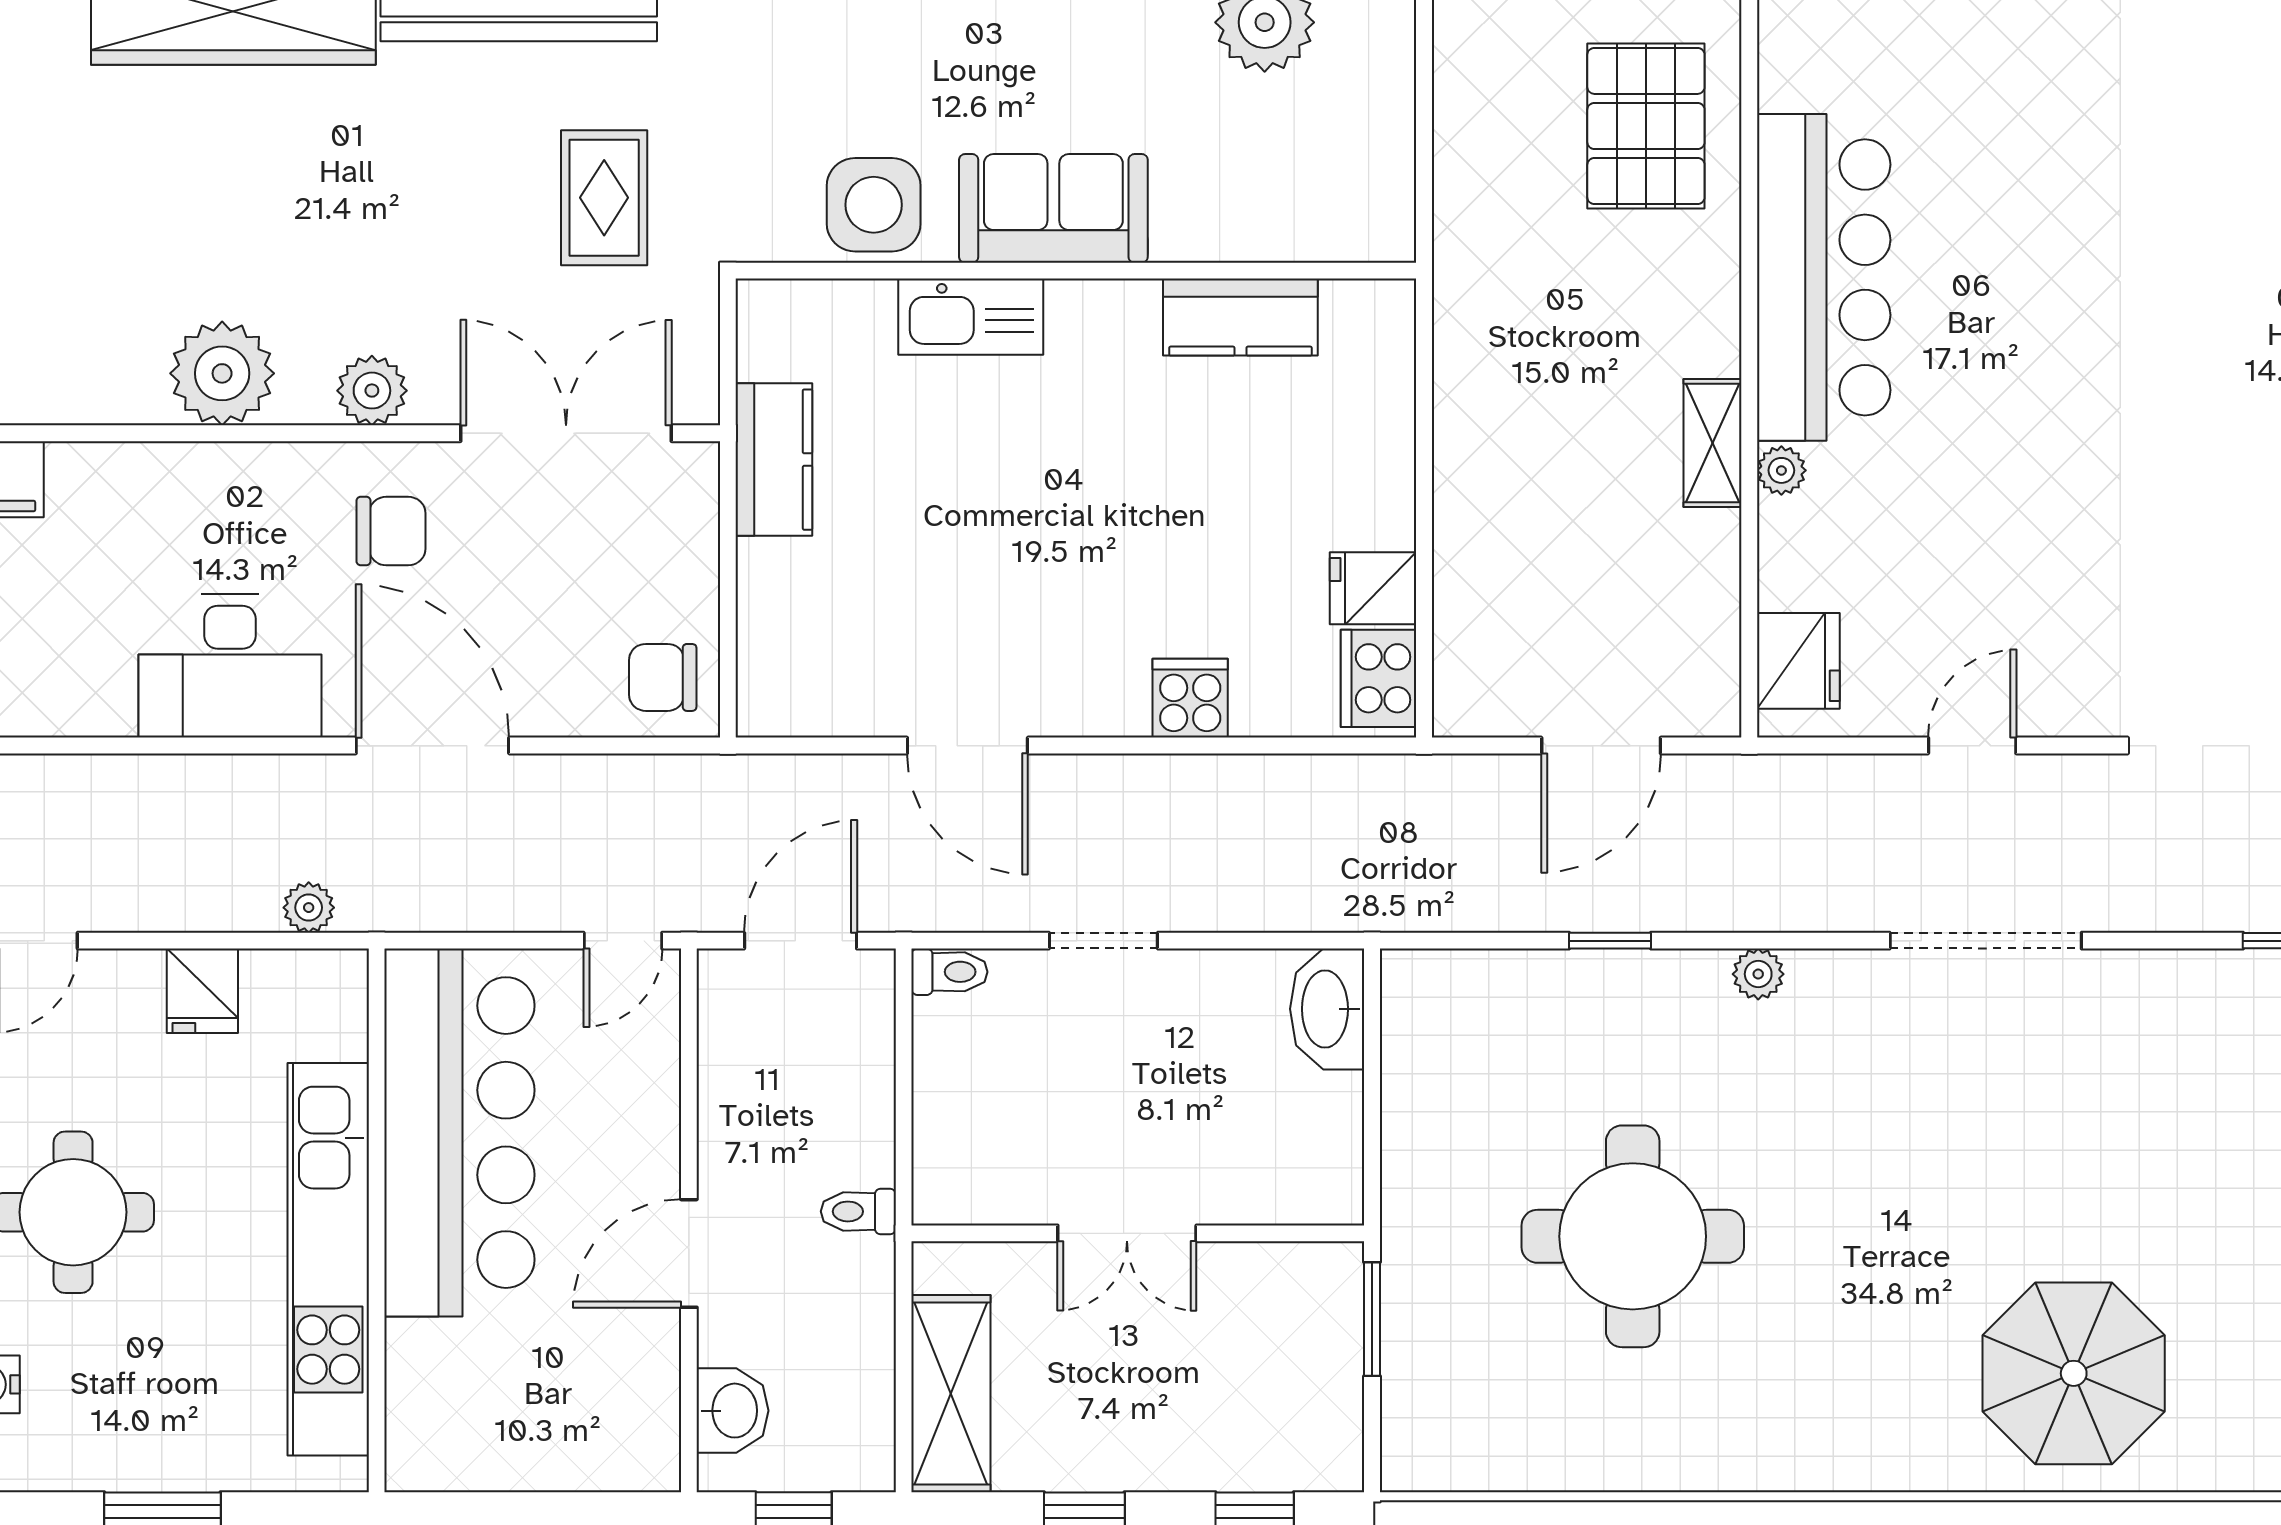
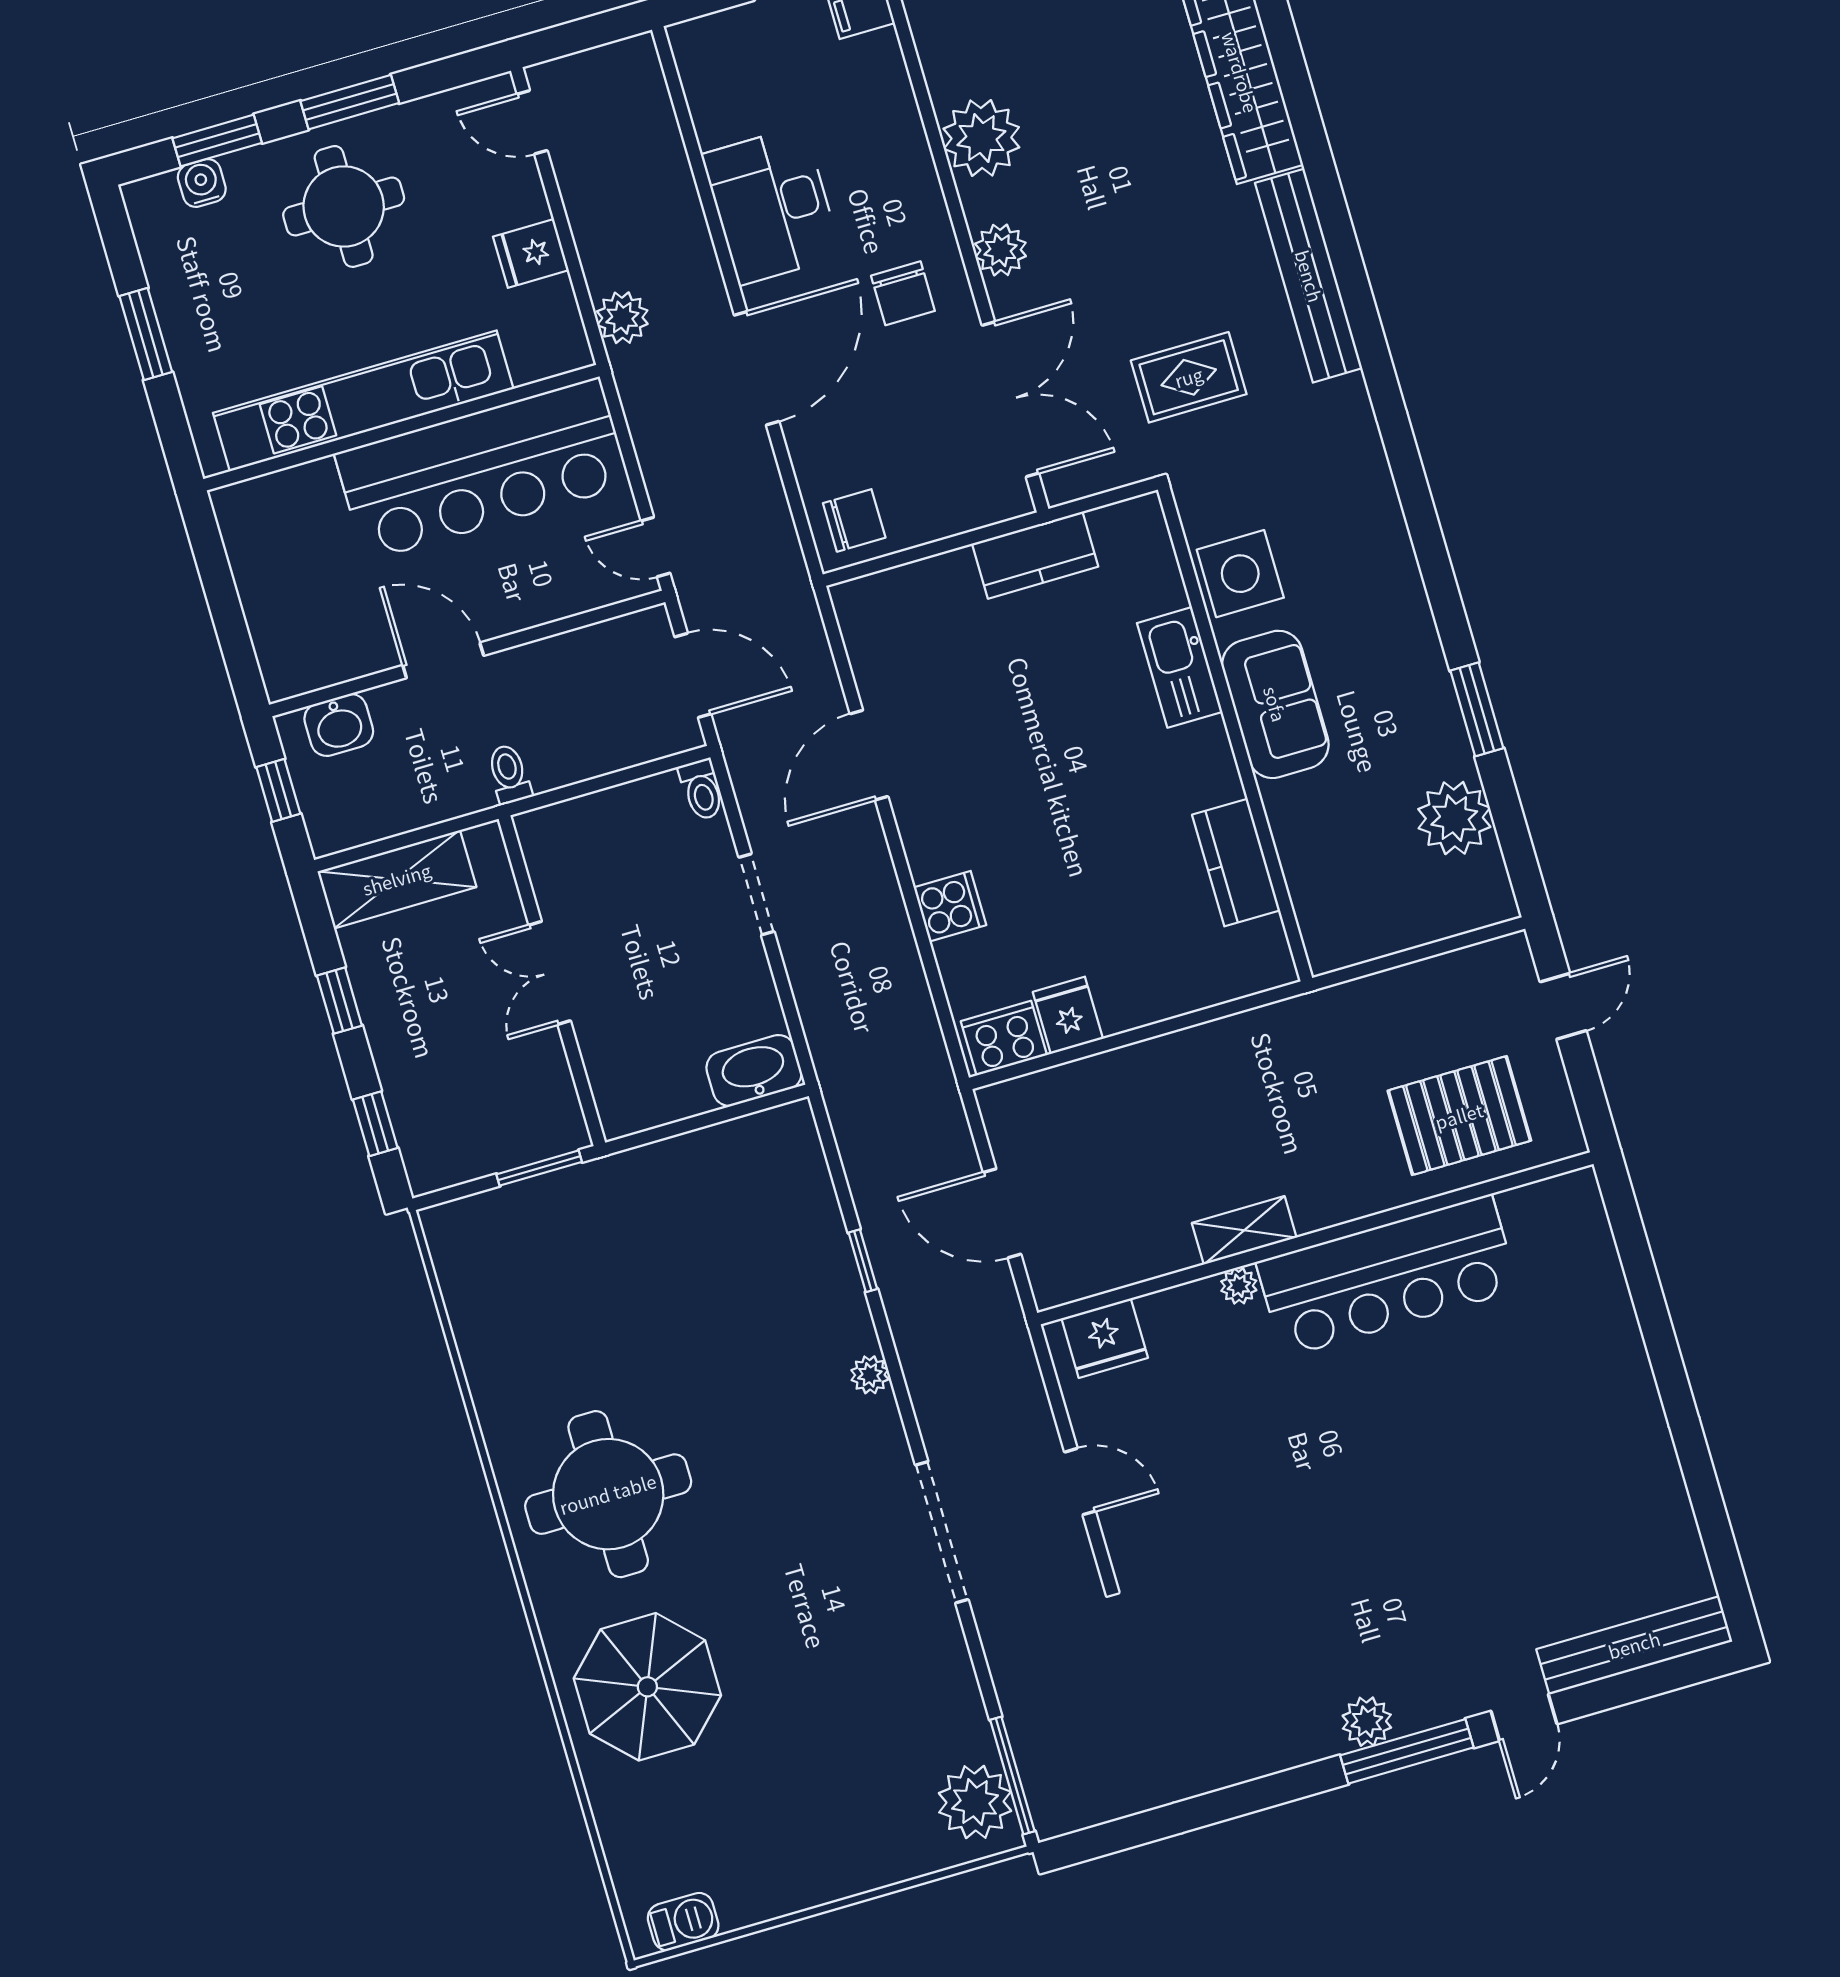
chair: (663, 677) -> (854, 520), turned 90
plant: (309, 908) -> (622, 318), width x1.38, depth x1.38
round table: (1633, 1236) -> (608, 1494), moved

